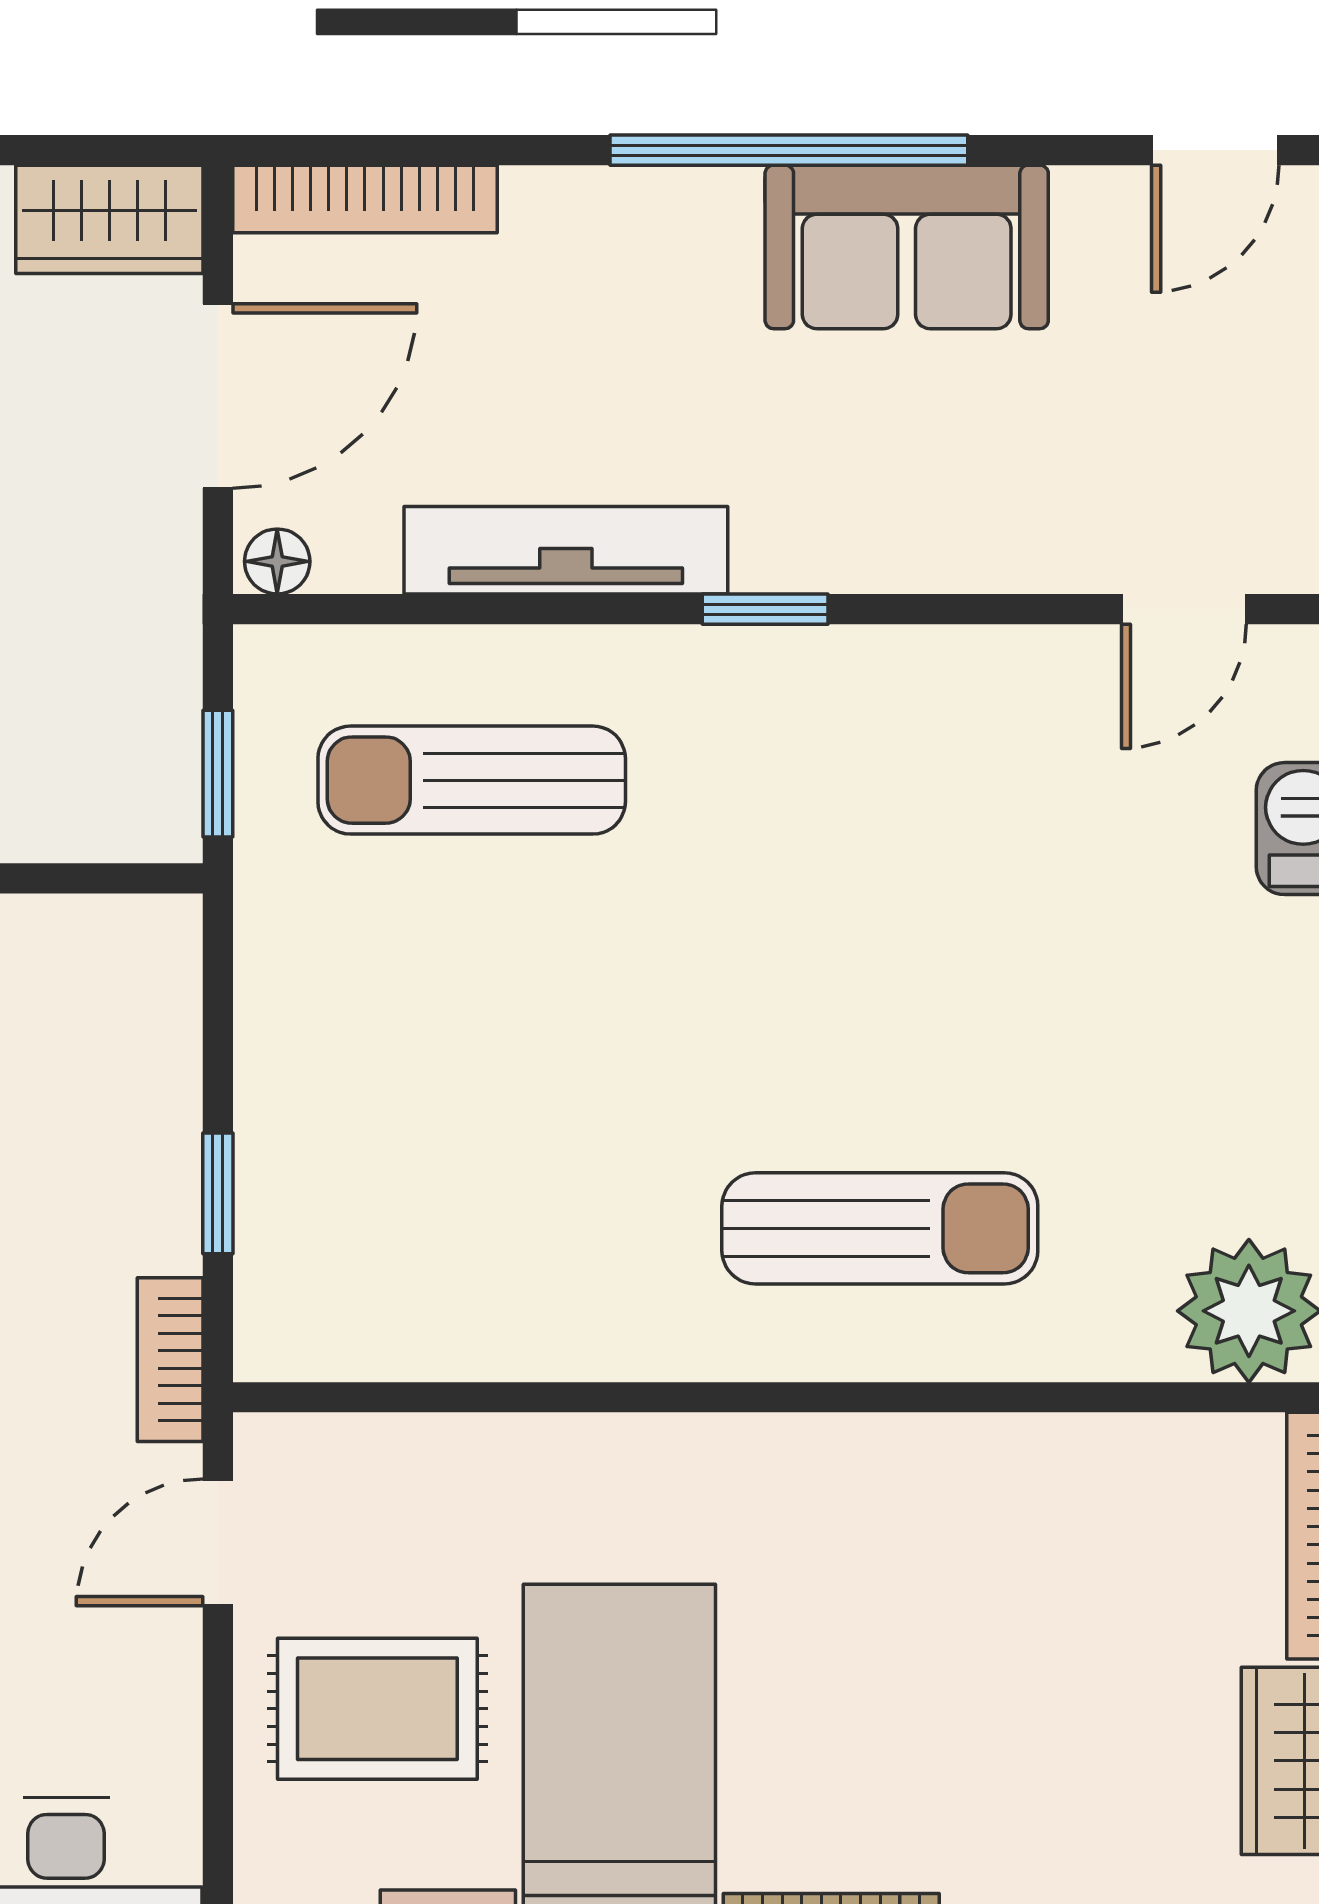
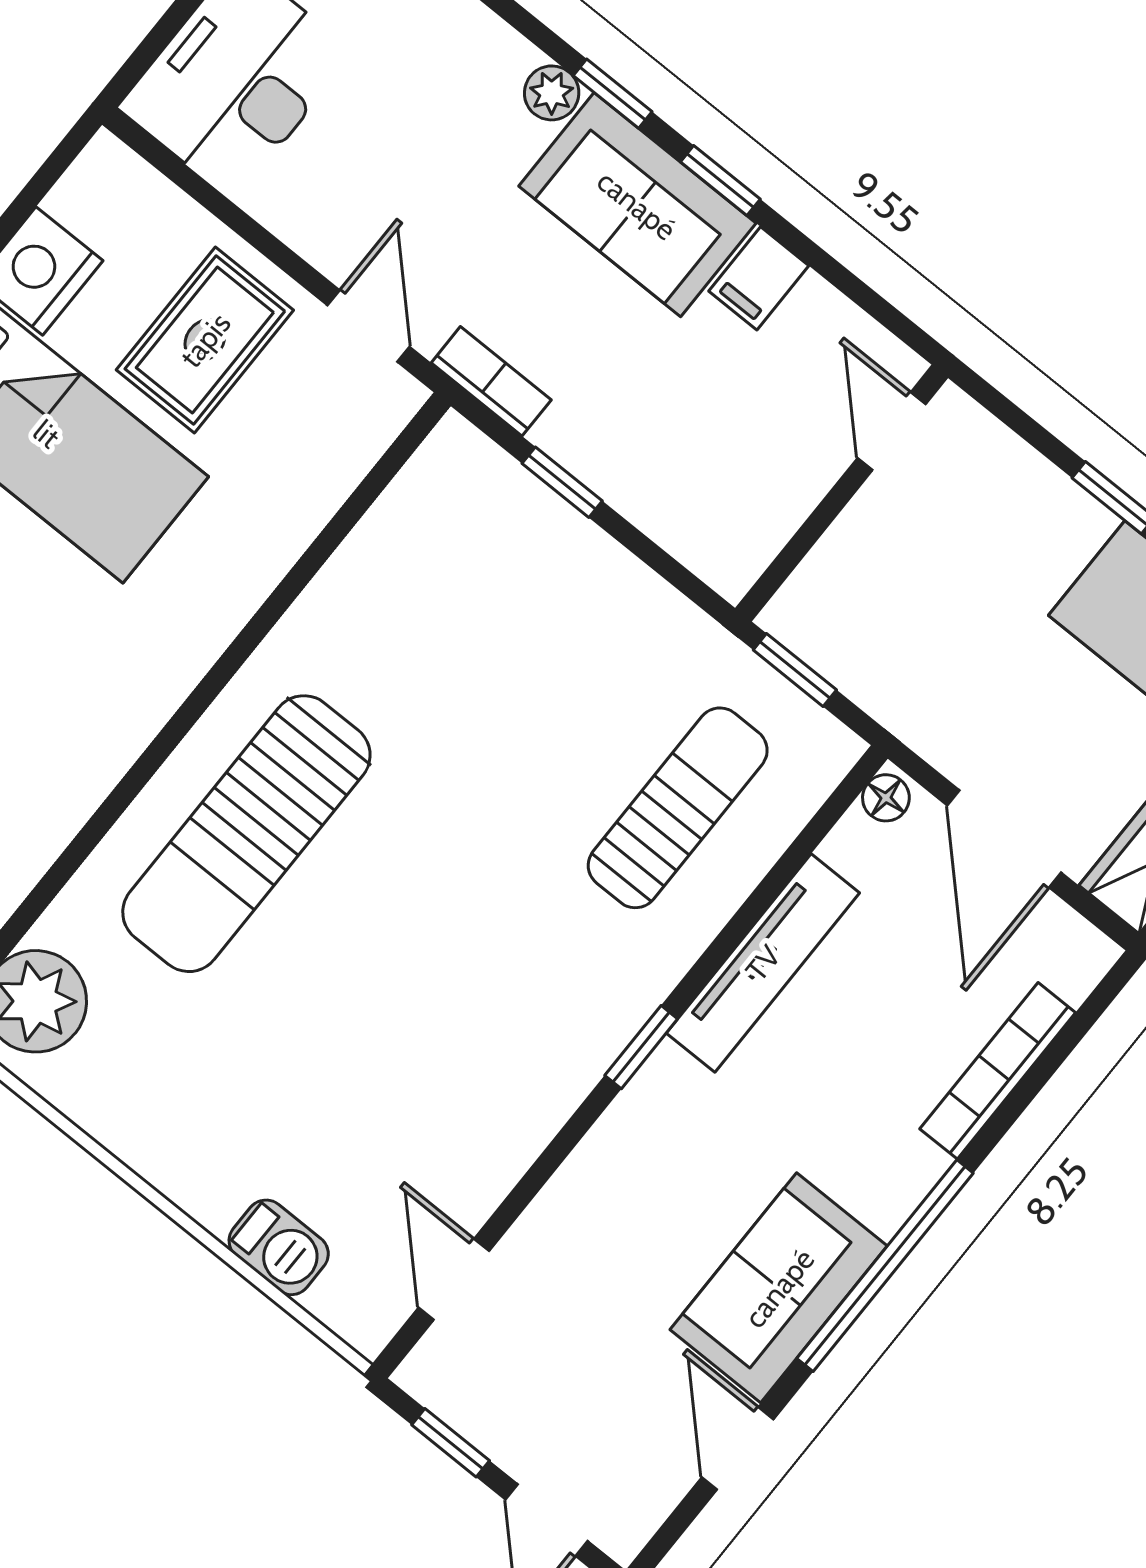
door: (1215, 150) -> (738, 1448), moved
bookcase: (365, 199) -> (998, 1071), moved
sun lounger: (880, 1228) -> (246, 834), width x1.36, depth x1.34

